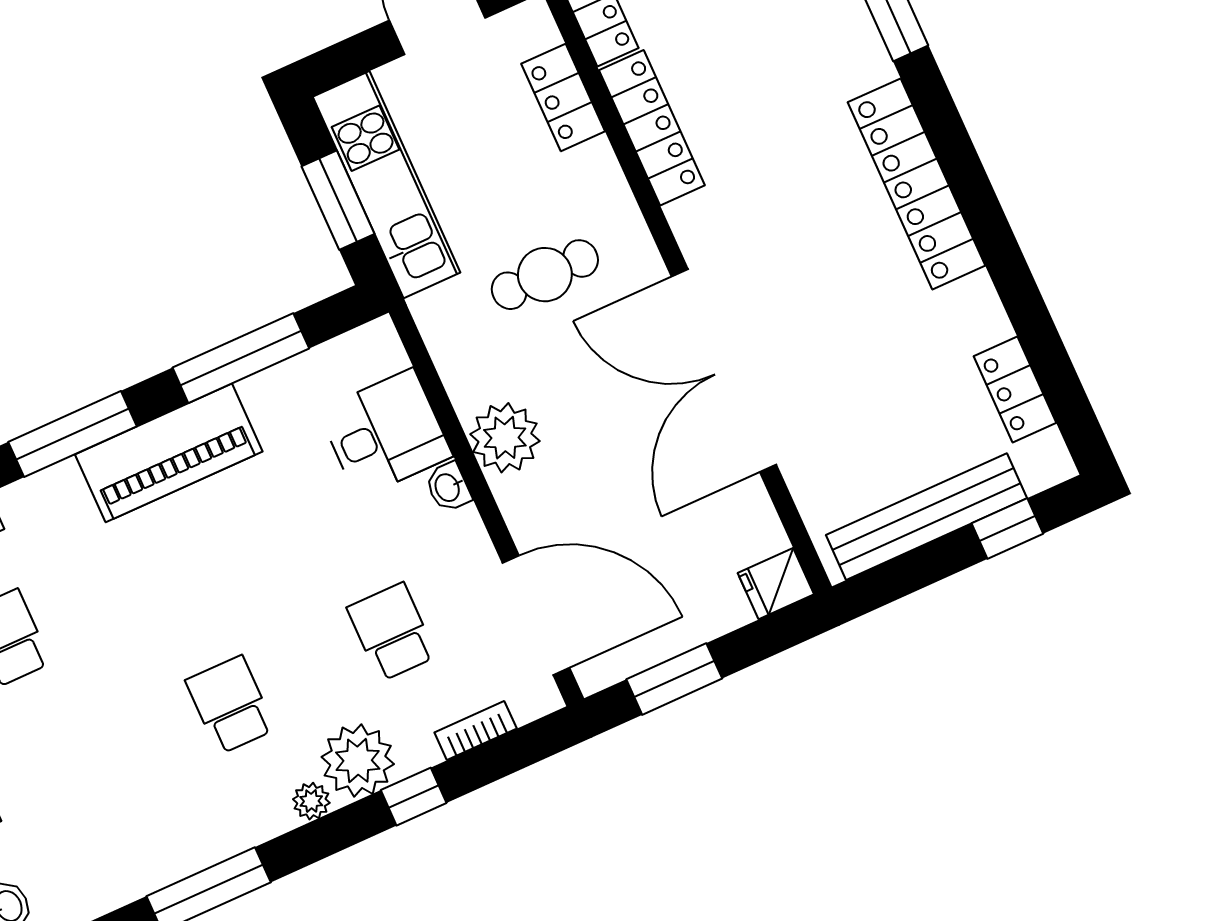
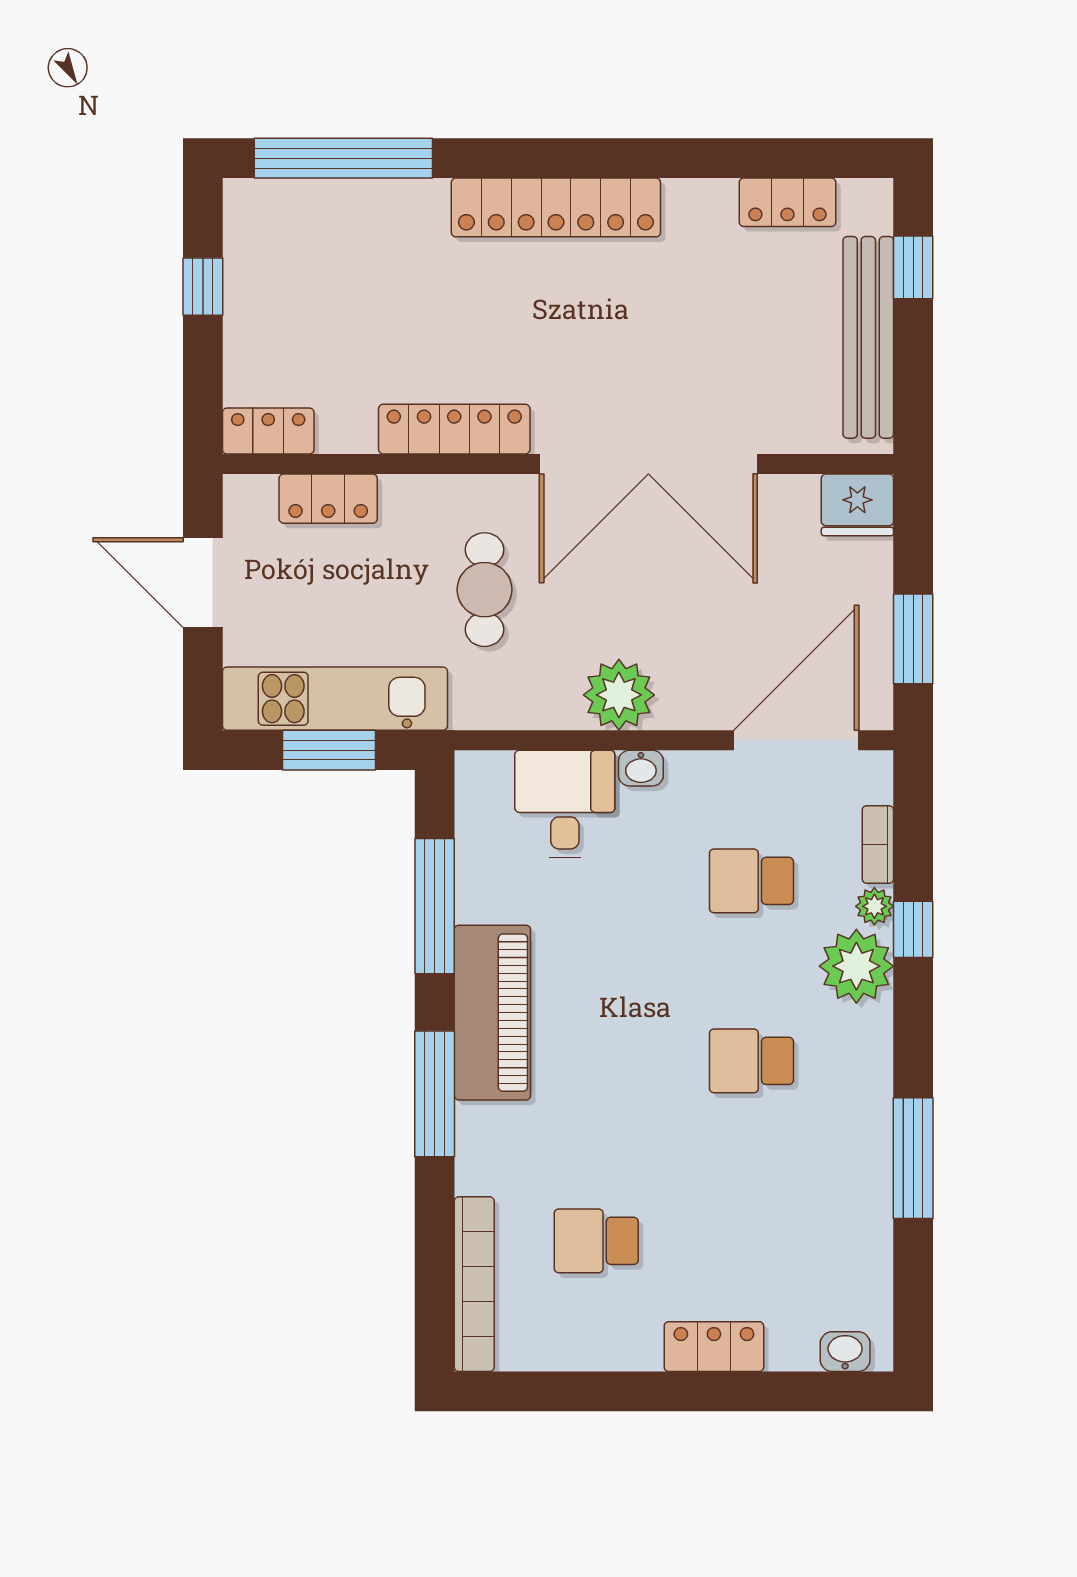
locker: (652, 128) -> (454, 429), moved
fridge: (776, 584) -> (857, 505), width x1.38
plant: (311, 801) -> (874, 906), moved

